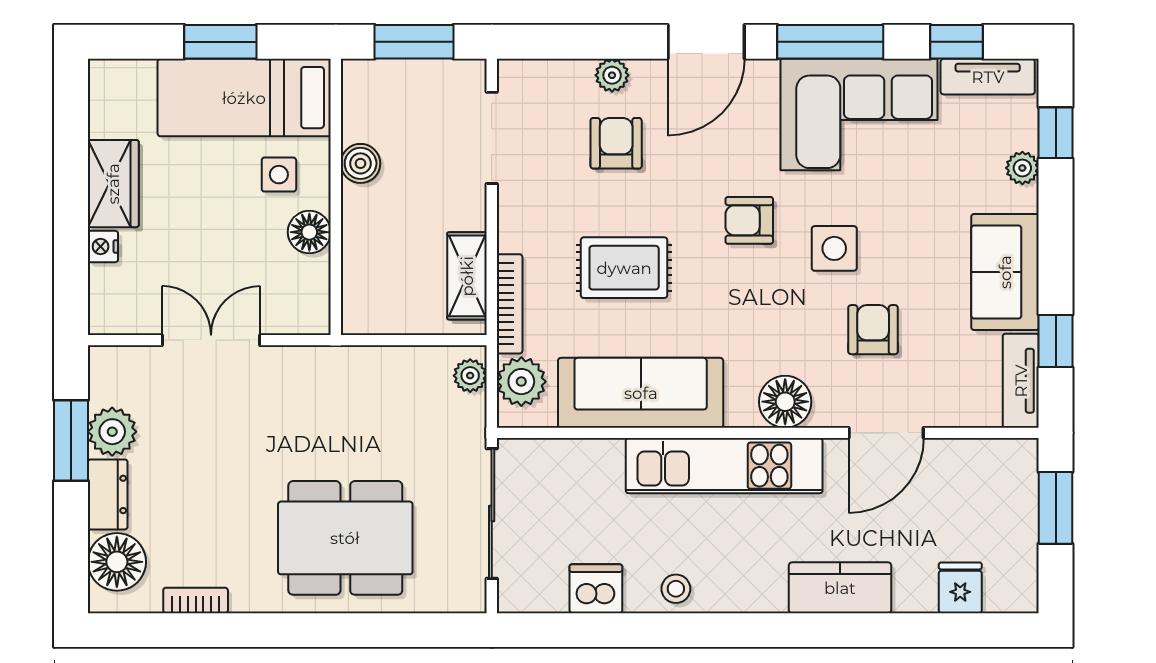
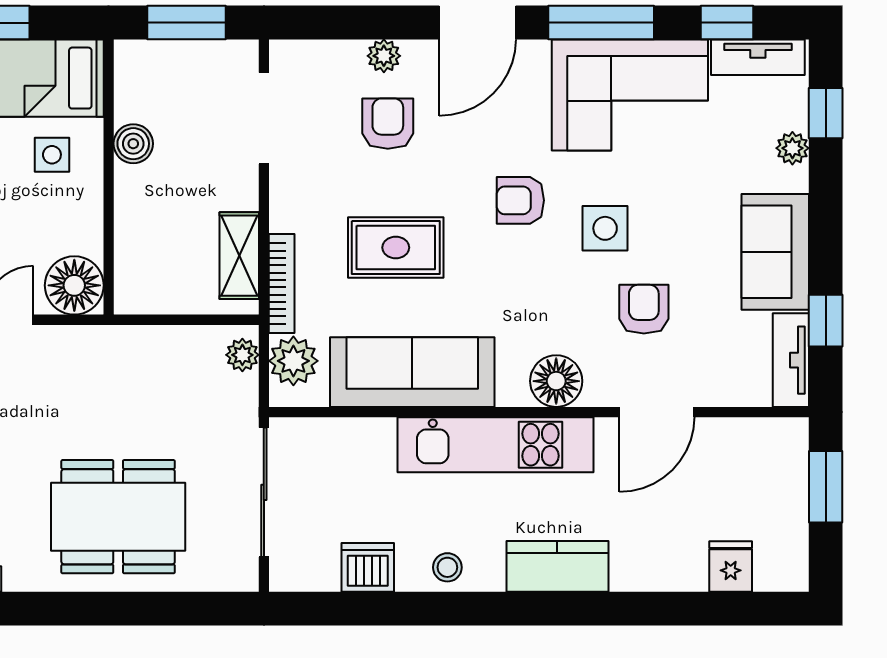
floor lamp: (309, 232) -> (74, 285), moved, width x1.38, depth x1.38
kitchen counter: (840, 588) -> (557, 566), moved

